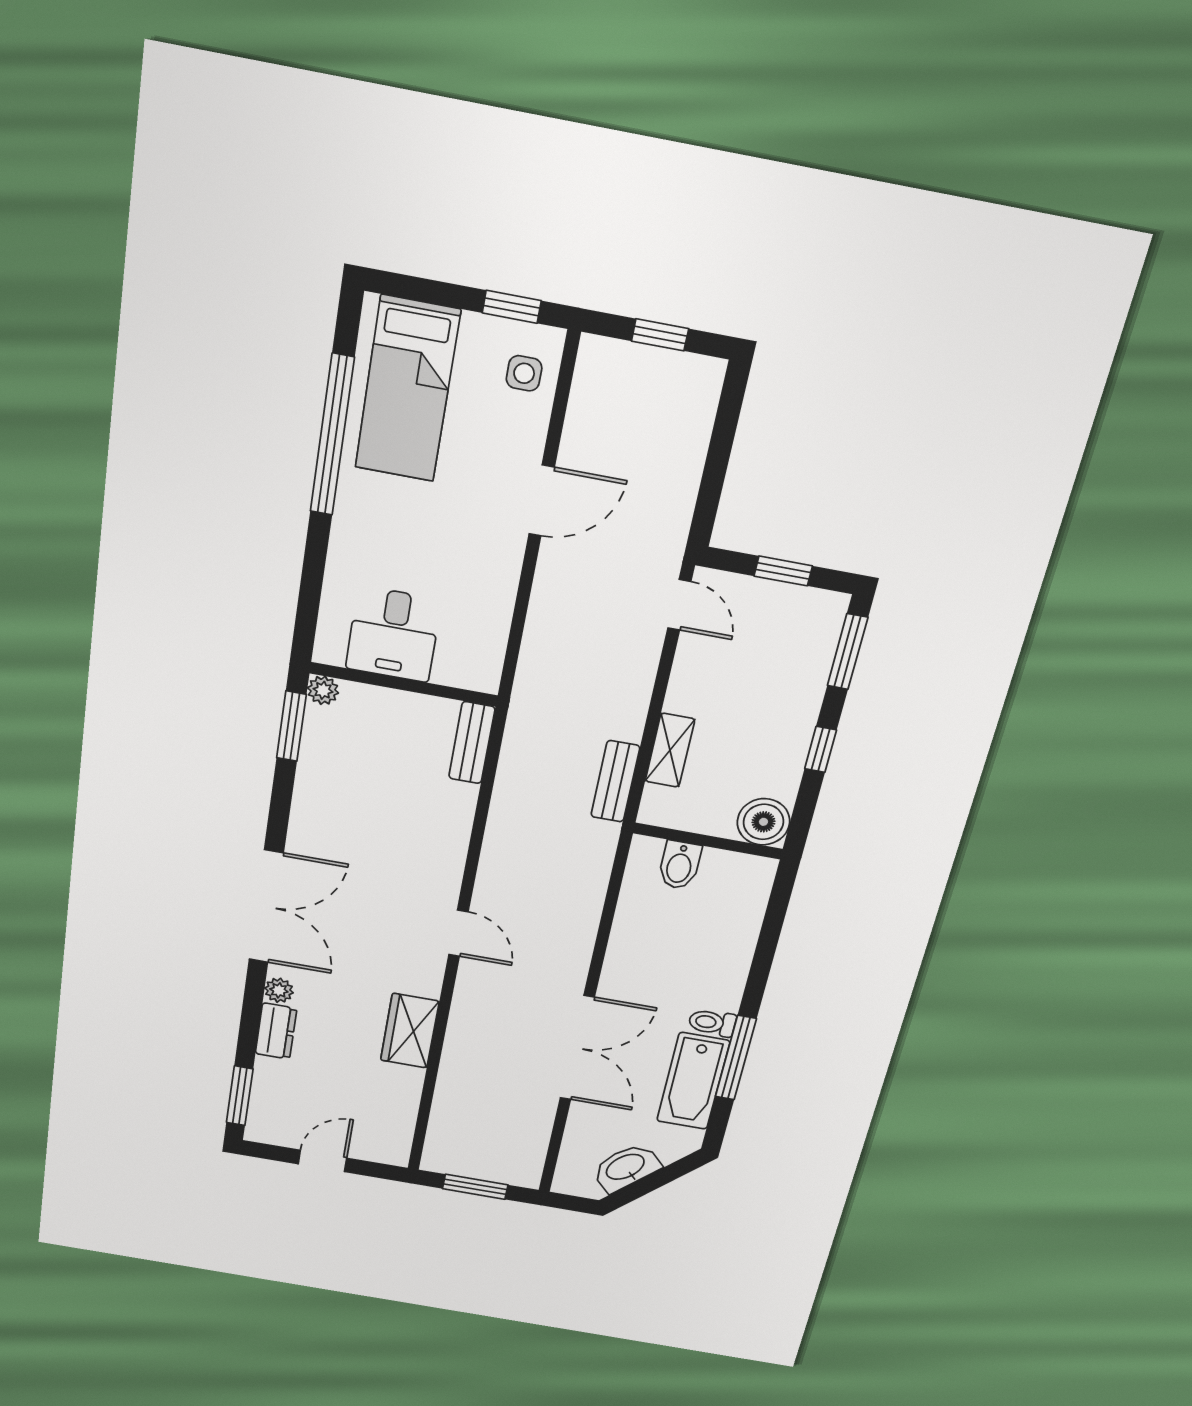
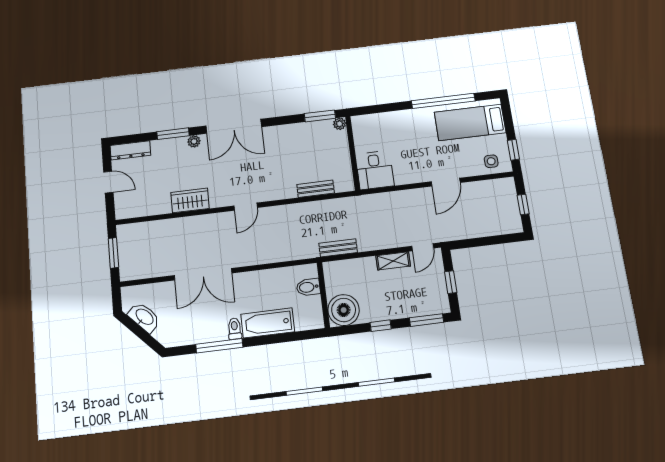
door: (542, 501) -> (446, 182), hinge flipped
desk: (393, 634) -> (375, 170), moved, turned -90
bench: (472, 743) -> (316, 189), moved
shelving: (670, 750) -> (393, 261), moved
boiler: (763, 822) -> (344, 310), width x1.37, depth x1.37
dresser: (276, 1031) -> (130, 150), moved, width x1.44
bathtub: (693, 1081) -> (268, 323), moved
window: (240, 1096) -> (173, 134), moved

